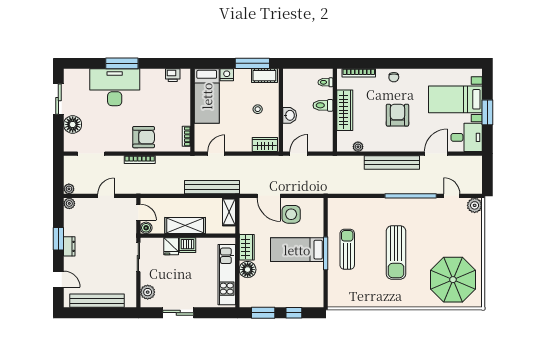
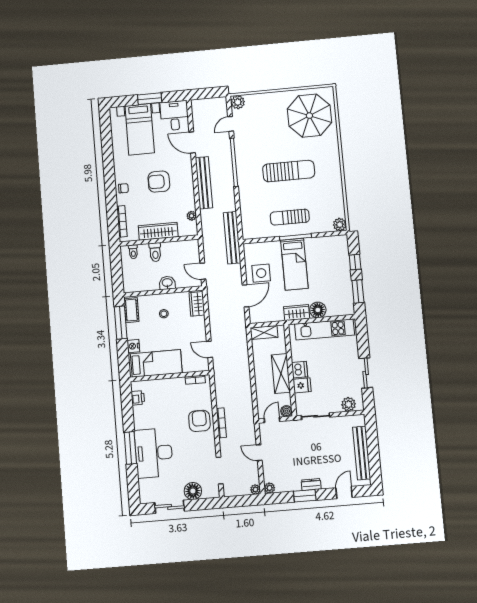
bench: (212, 187) -> (232, 238), moved
plant: (335, 300) -> (340, 225), added

